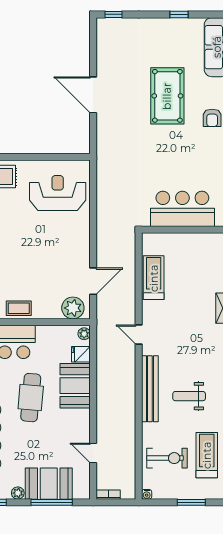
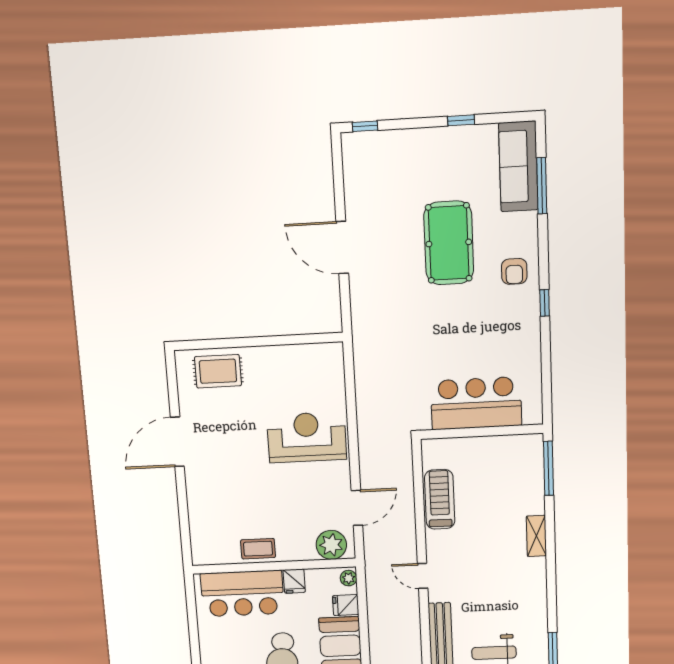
reception desk: (58, 193) -> (307, 437), moved
fridge: (44, 334) -> (294, 581), added

